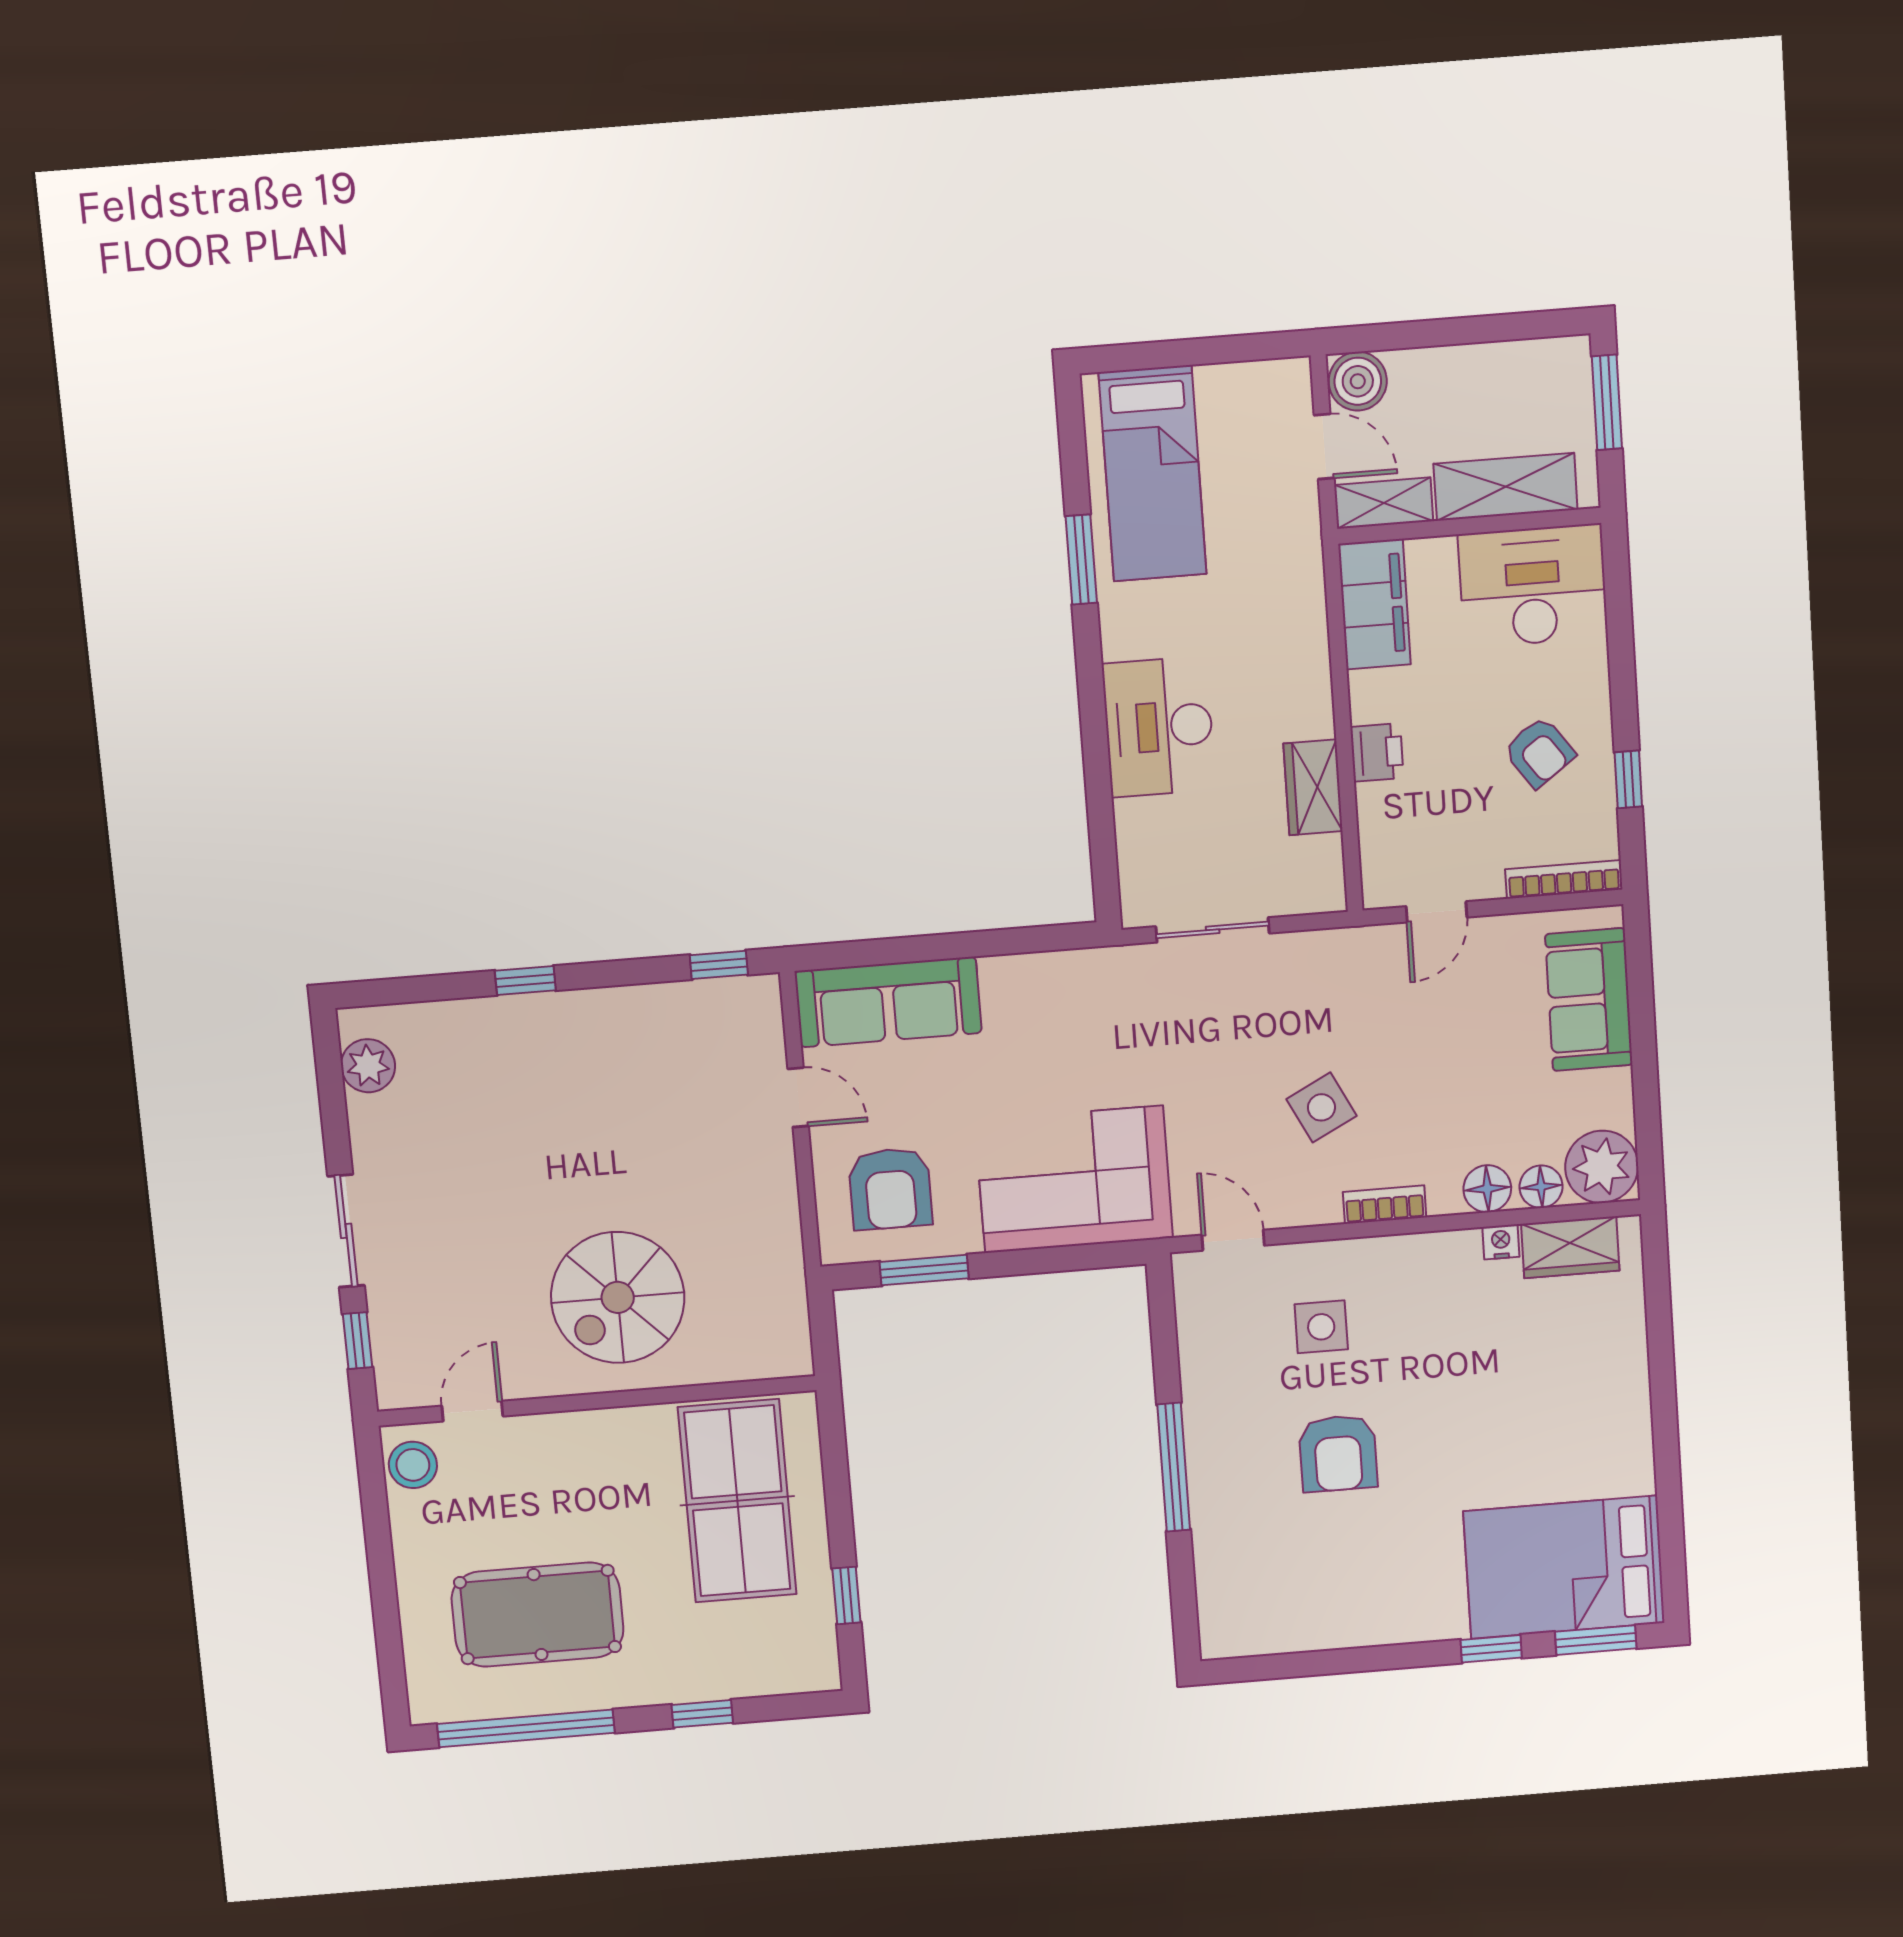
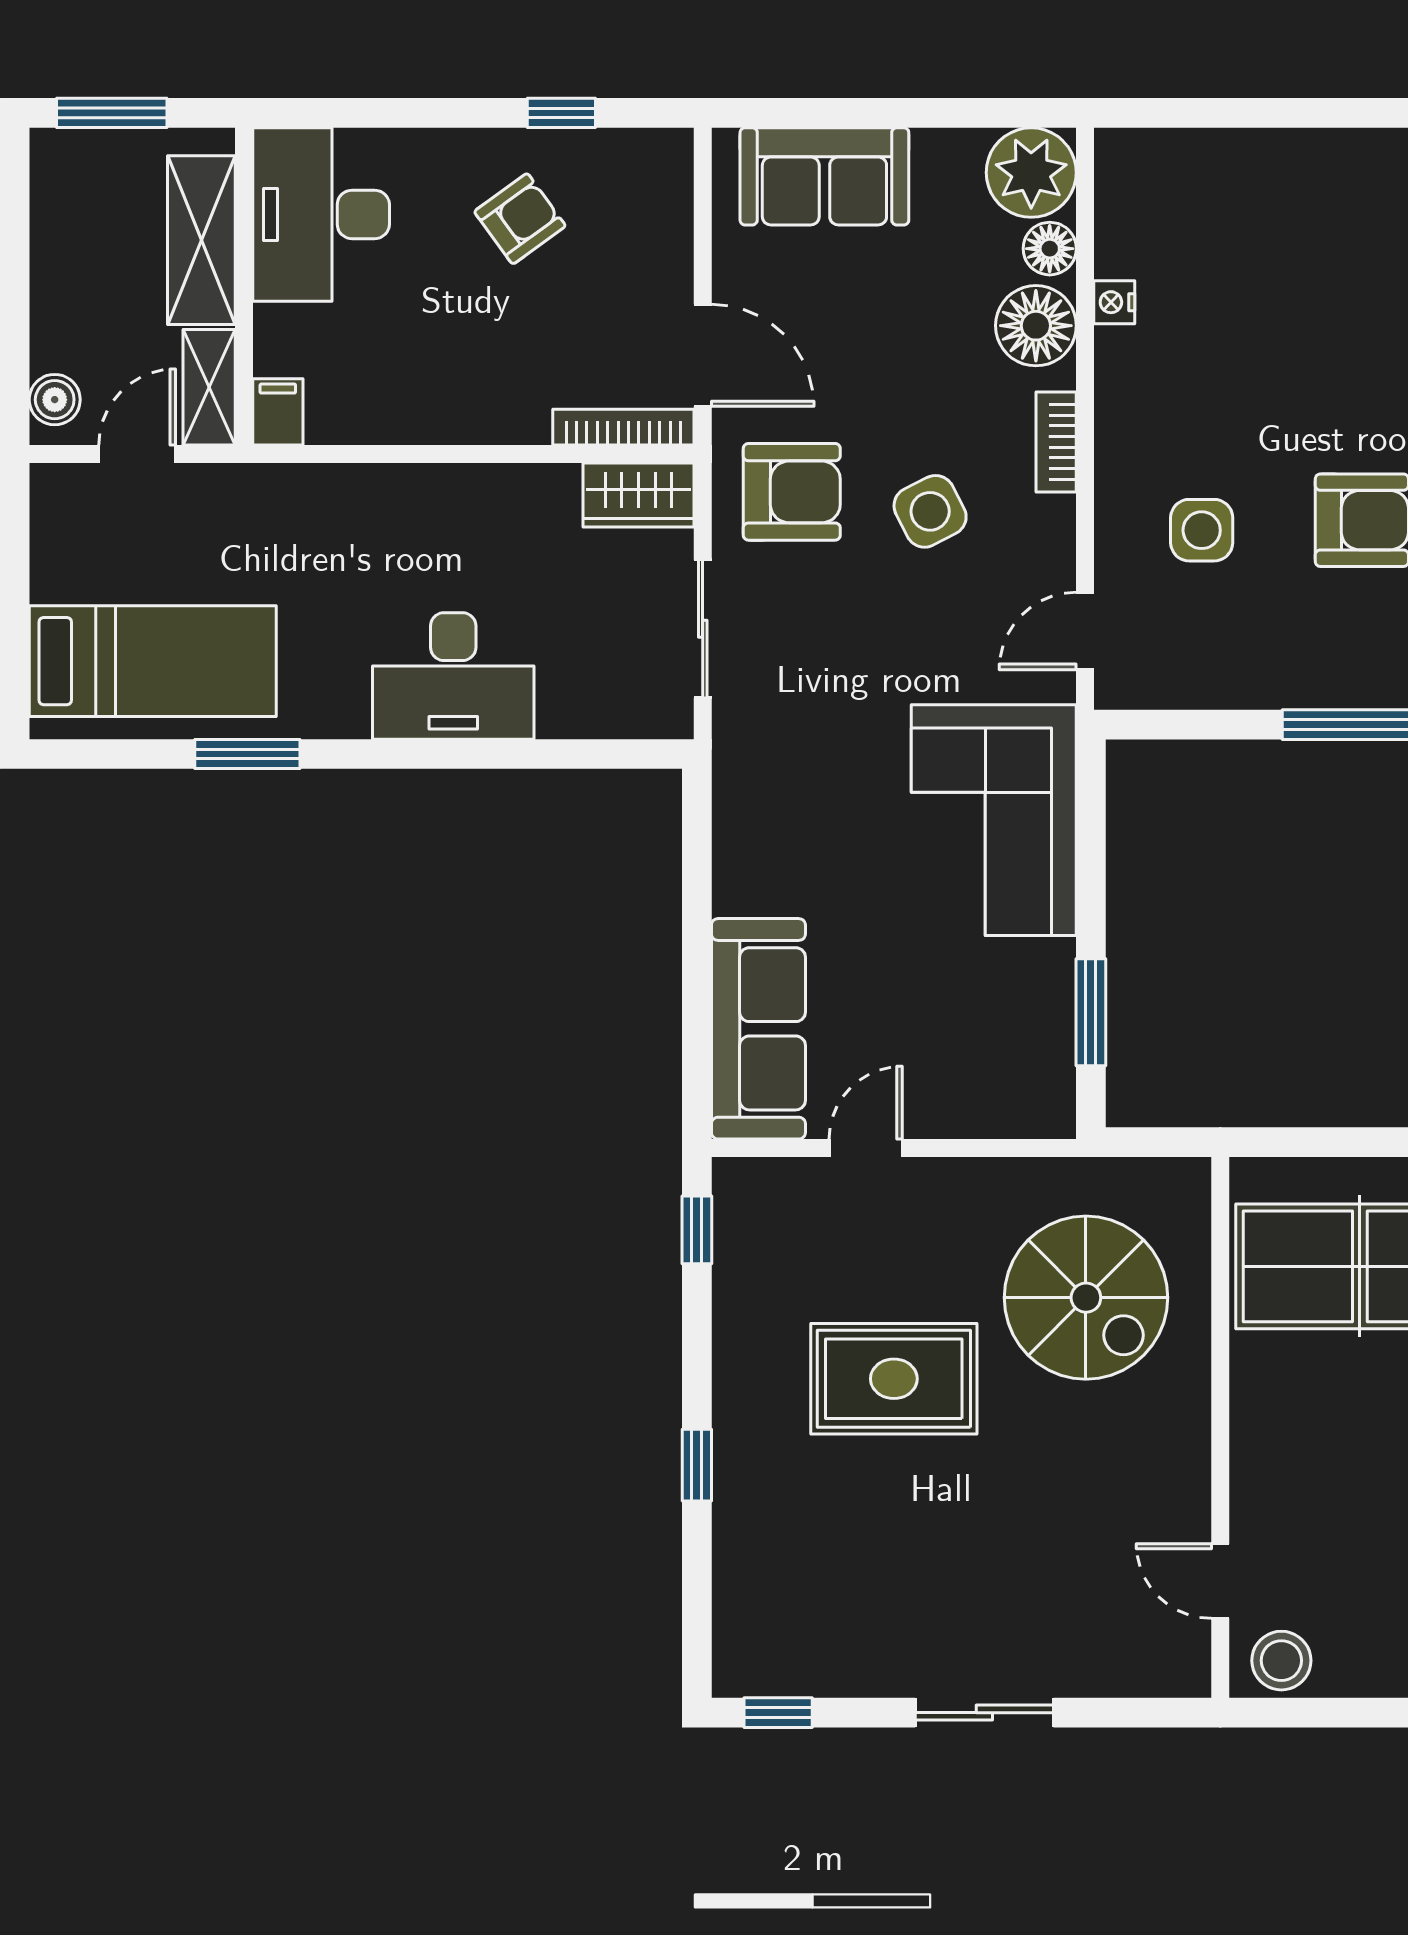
boiler: (1358, 381) -> (55, 400), width x0.73, depth x0.73
filing cabinet: (1374, 604) -> (278, 412), width x0.33, depth x0.86
printer: (1377, 752) -> (505, 415), removed
wardrobe: (1313, 787) -> (638, 495), moved
bookcase: (1564, 879) -> (623, 427), moved, turned 90
door: (1437, 912) -> (703, 355), width x1.38
plant: (368, 1066) -> (785, 1665), removed
rug: (612, 1135) -> (894, 1379), added
armchair: (890, 1189) -> (792, 492), moved
floor lamp: (1487, 1189) -> (1036, 326), width x1.38, depth x1.38
wardrobe: (1570, 1247) -> (1128, 217), removed
spiral stairs: (618, 1297) -> (1086, 1298), moved
window: (358, 1341) -> (778, 1713), moved

